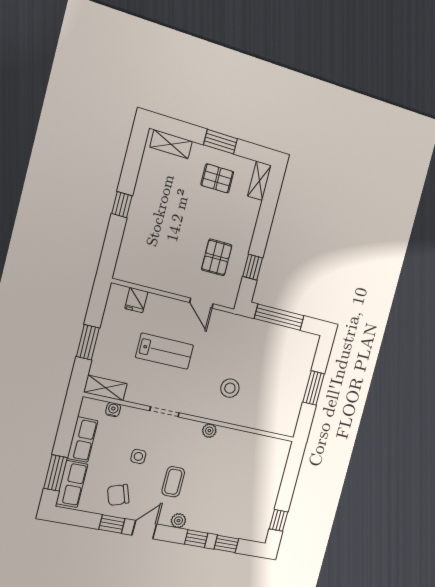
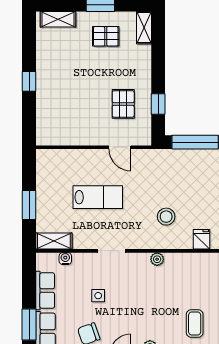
fridge: (136, 300) -> (202, 239), moved, turned 180
coffee table: (173, 482) -> (195, 324), moved

